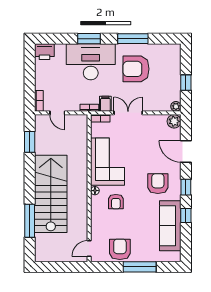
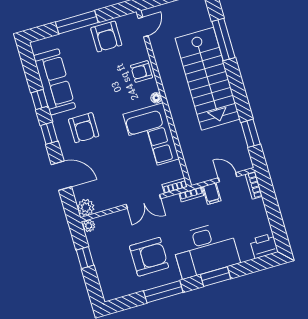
filing cabinet: (105, 104) -> (212, 194), moved
armchair: (116, 202) -> (142, 71), moved, turned -90

